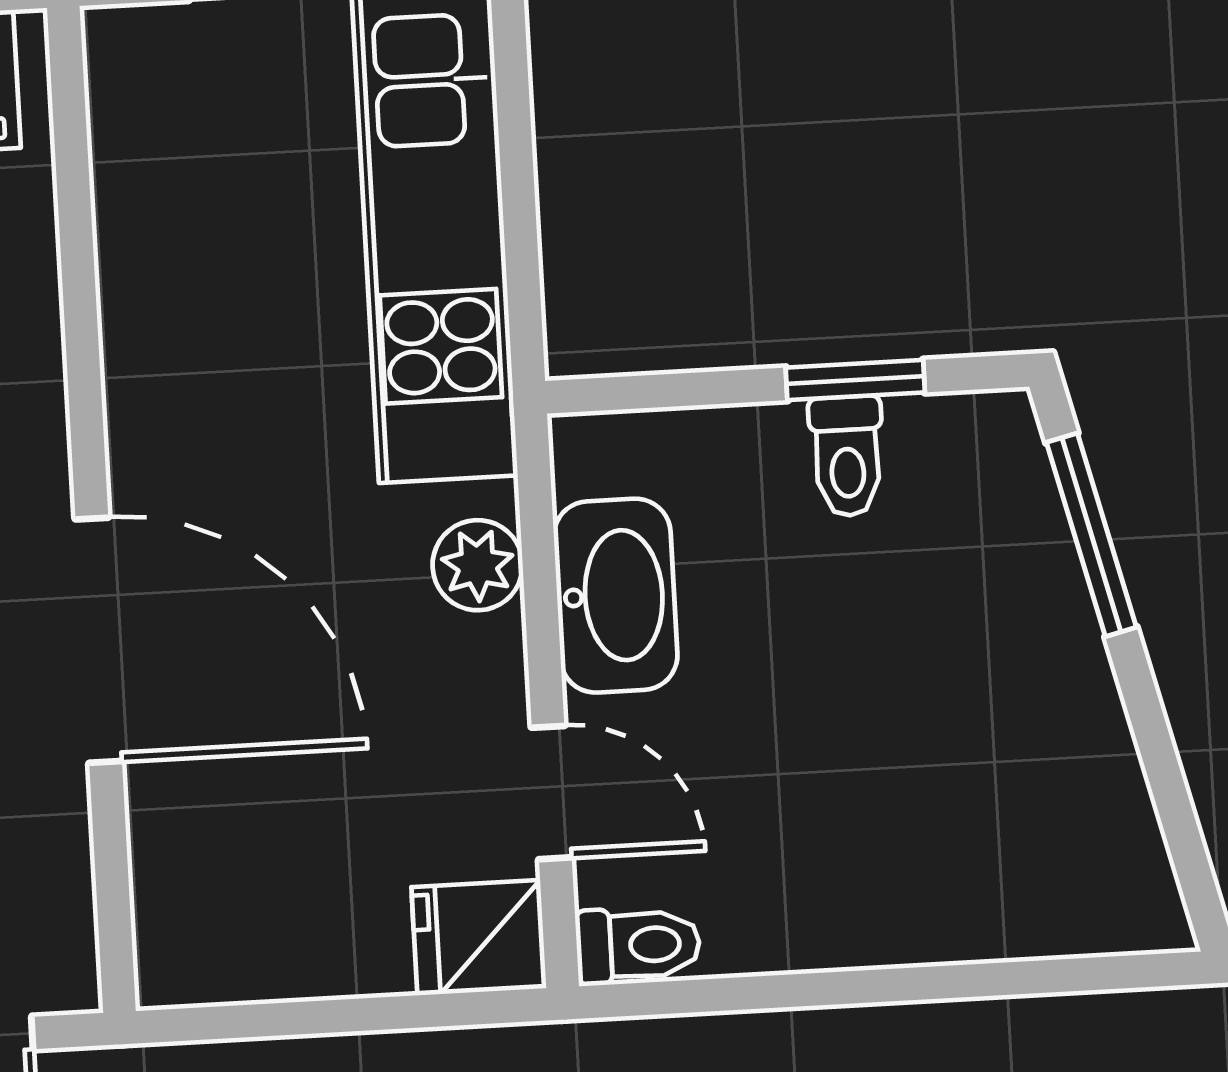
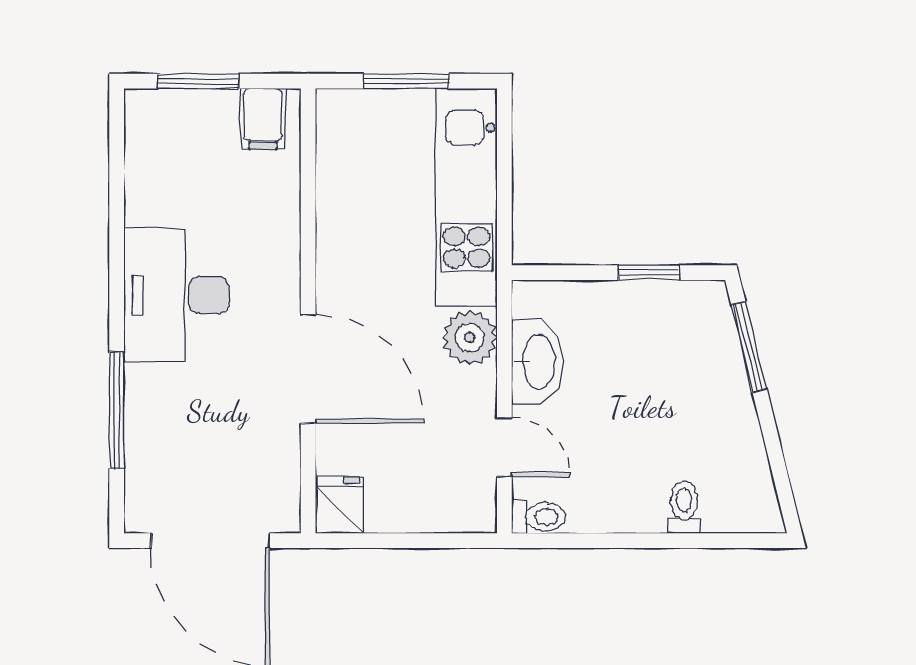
toilet: (847, 456) -> (684, 507), moved, turned 180
plant: (478, 565) -> (470, 338), width x1.38, depth x1.38
fridge: (479, 938) -> (339, 505), moved, turned 90

